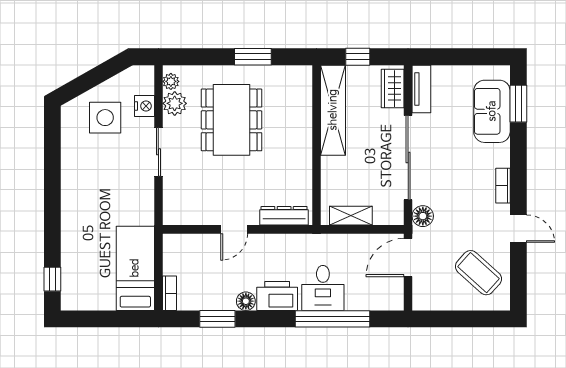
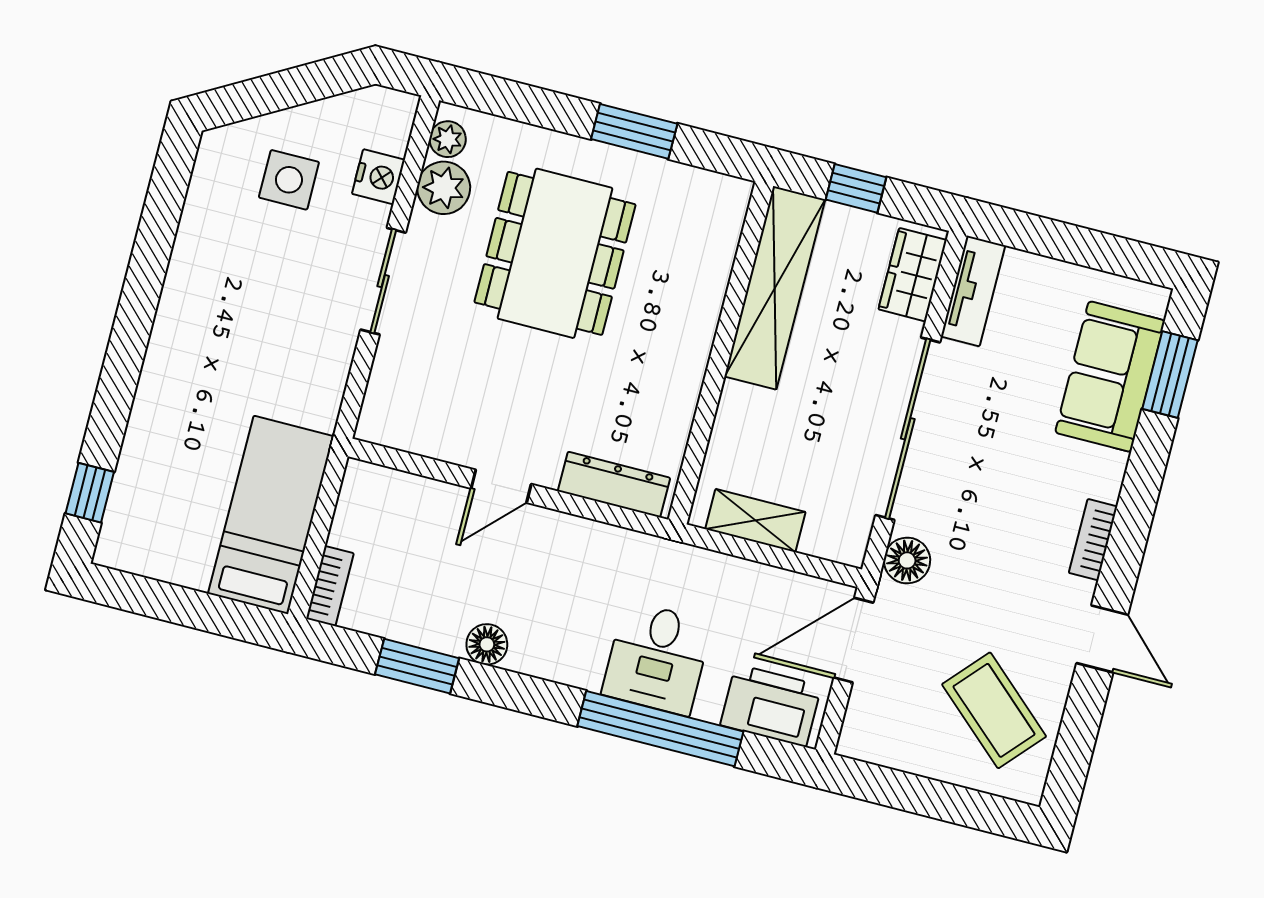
side table: (105, 118) -> (289, 180), width x0.73, depth x0.73
printer: (277, 296) -> (771, 705), moved

